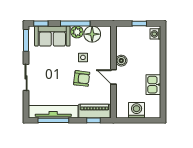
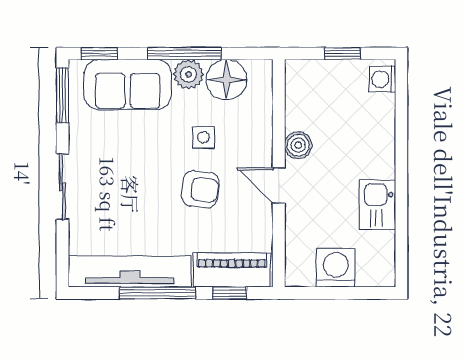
window: (53, 120) -> (157, 293), moved

